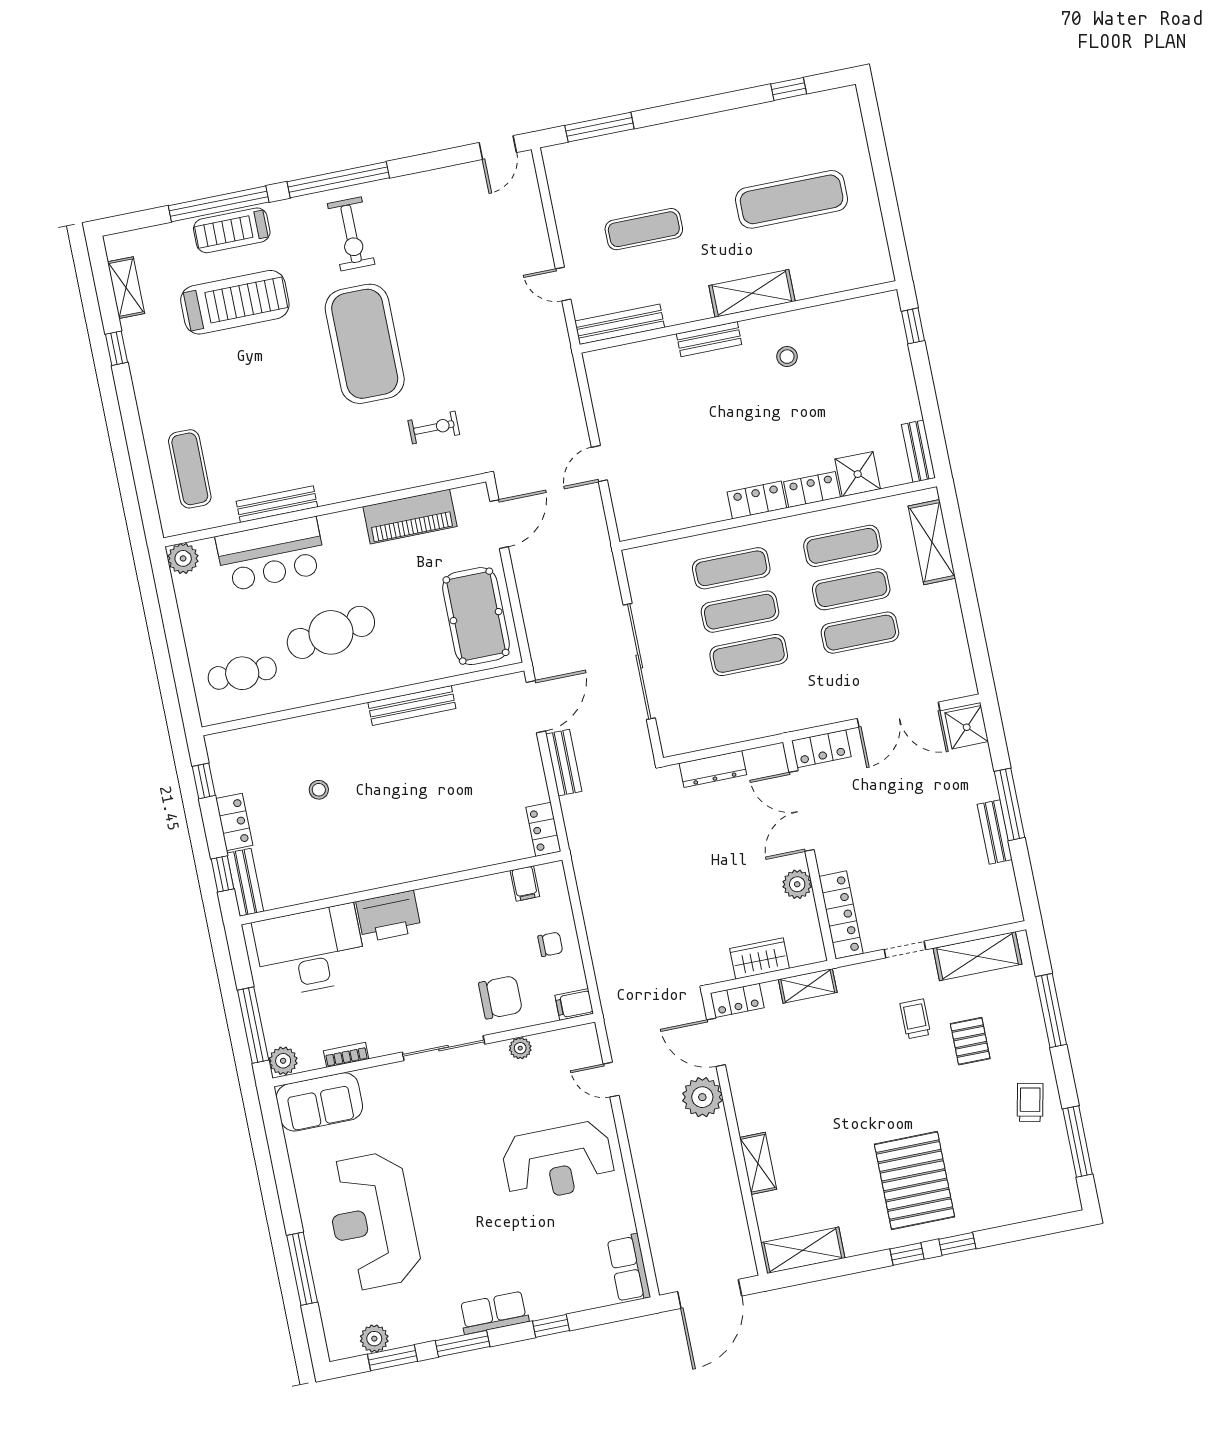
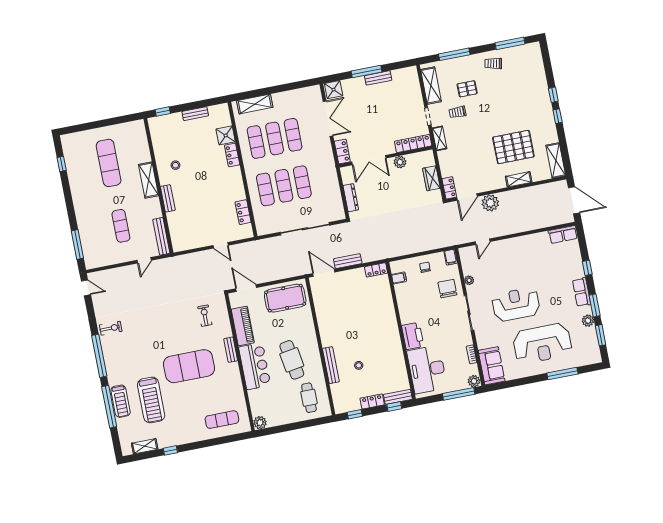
exercise bike: (351, 234) -> (111, 328), moved, width x0.73, depth x0.72
treadmill: (235, 302) -> (151, 400), turned 180
exercise mat: (365, 344) -> (189, 366), moved
bench: (918, 451) -> (195, 114), moved
locker: (757, 500) -> (243, 212), moved
bench: (277, 504) -> (231, 350), moved, width x0.73
bar counter: (271, 554) -> (255, 366), moved
bench: (412, 705) -> (331, 365), moved
shelving: (808, 986) -> (439, 138), moved
reception desk: (558, 1162) -> (516, 304), moved, turned -90
pallet: (914, 1180) -> (513, 147), moved
plant: (374, 1339) -> (588, 321), moved

